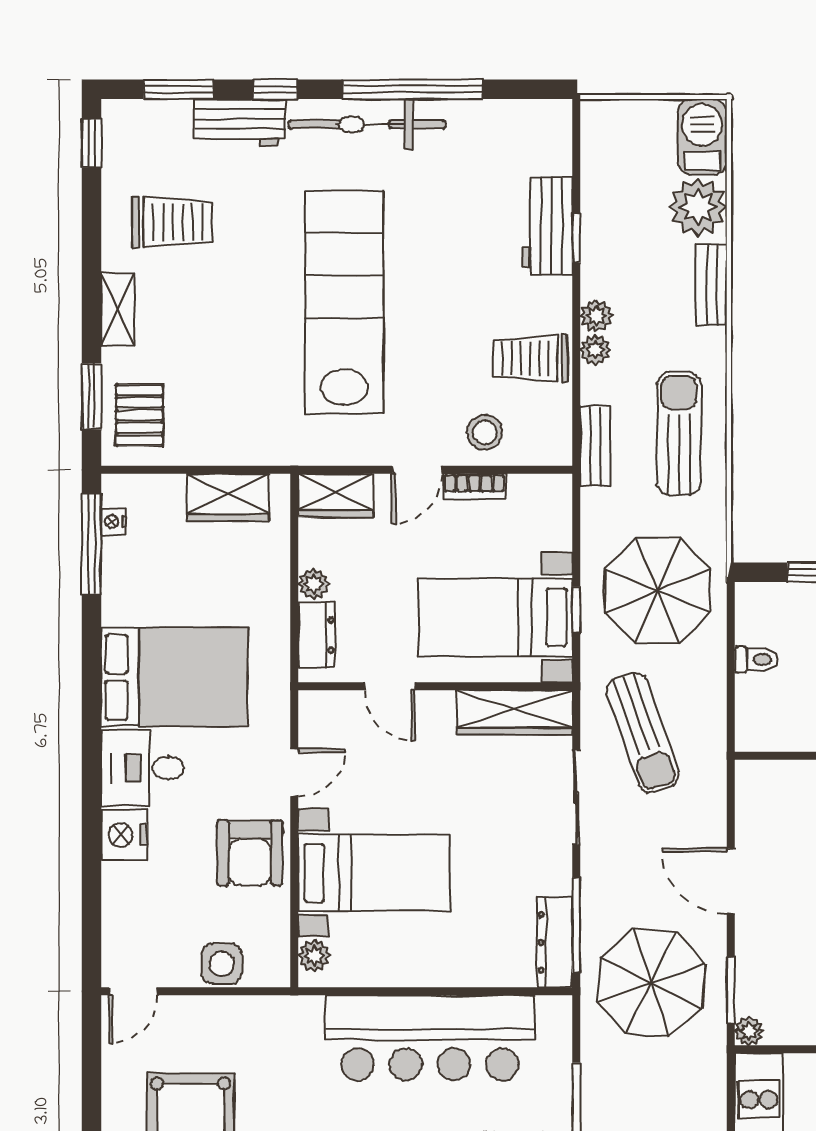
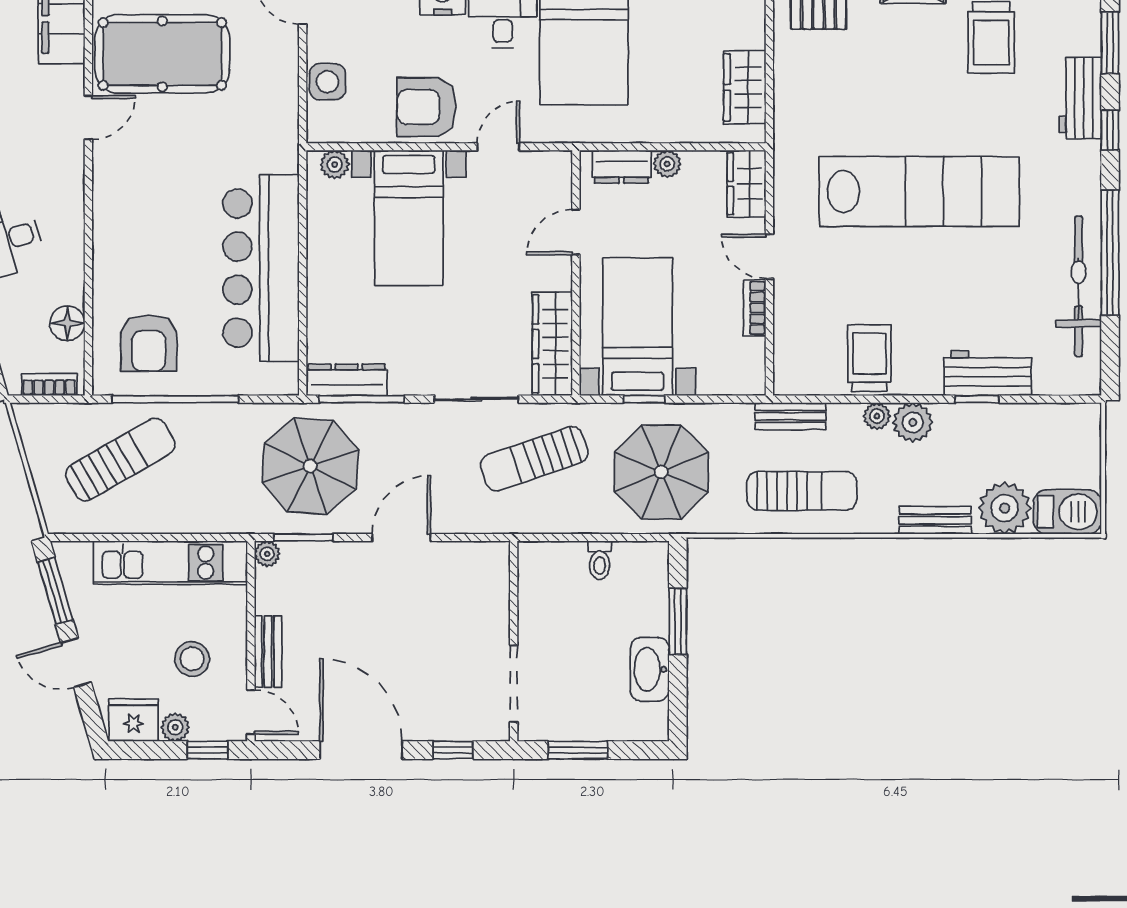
bicycle: (367, 124) -> (1079, 286), moved
plant: (596, 316) -> (913, 422), width x1.38, depth x1.38
stool: (485, 432) -> (803, 317), removed
door: (294, 773) -> (498, 147), swing flipped

